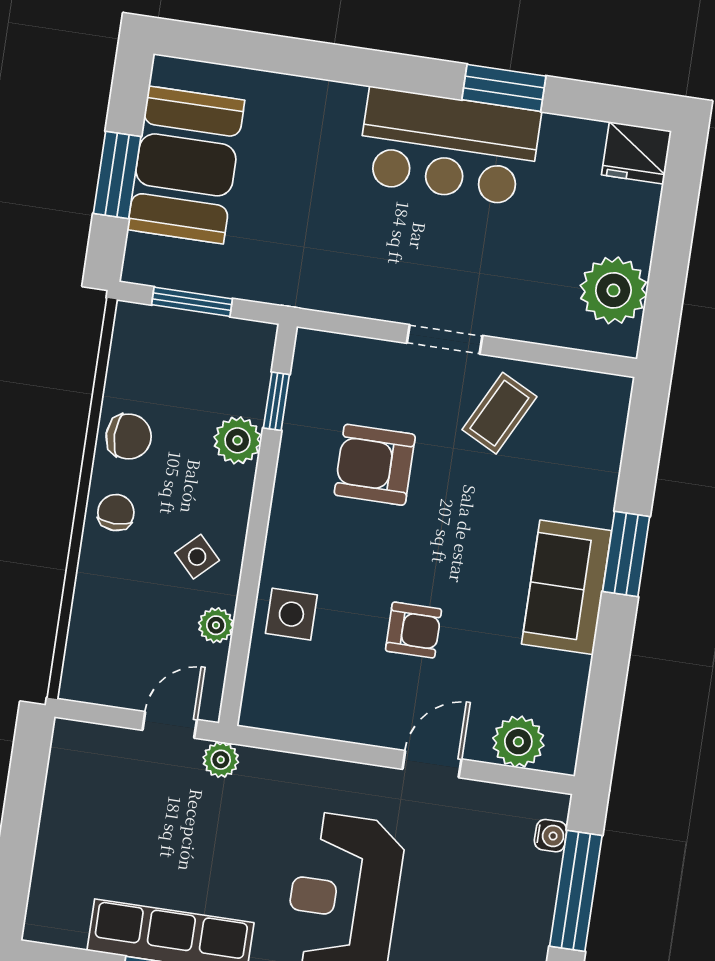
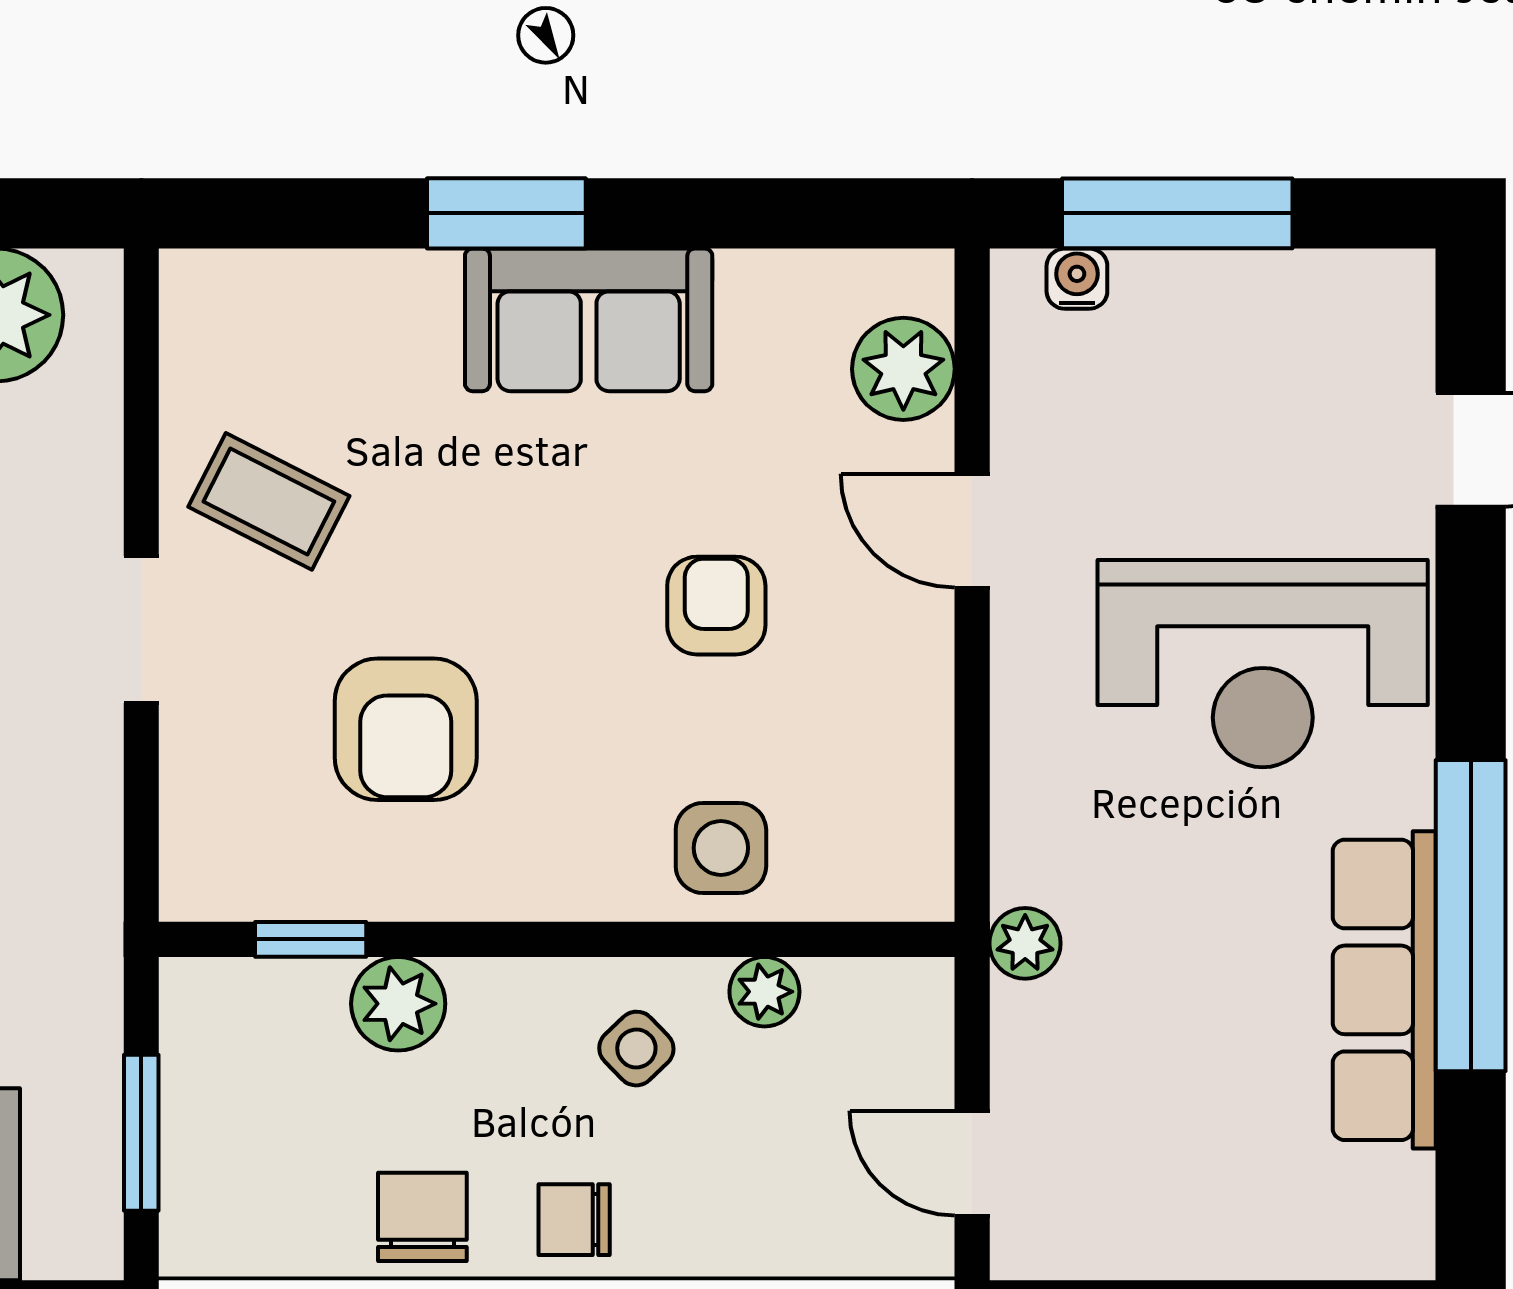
door: (170, 725) -> (972, 1163), moved

